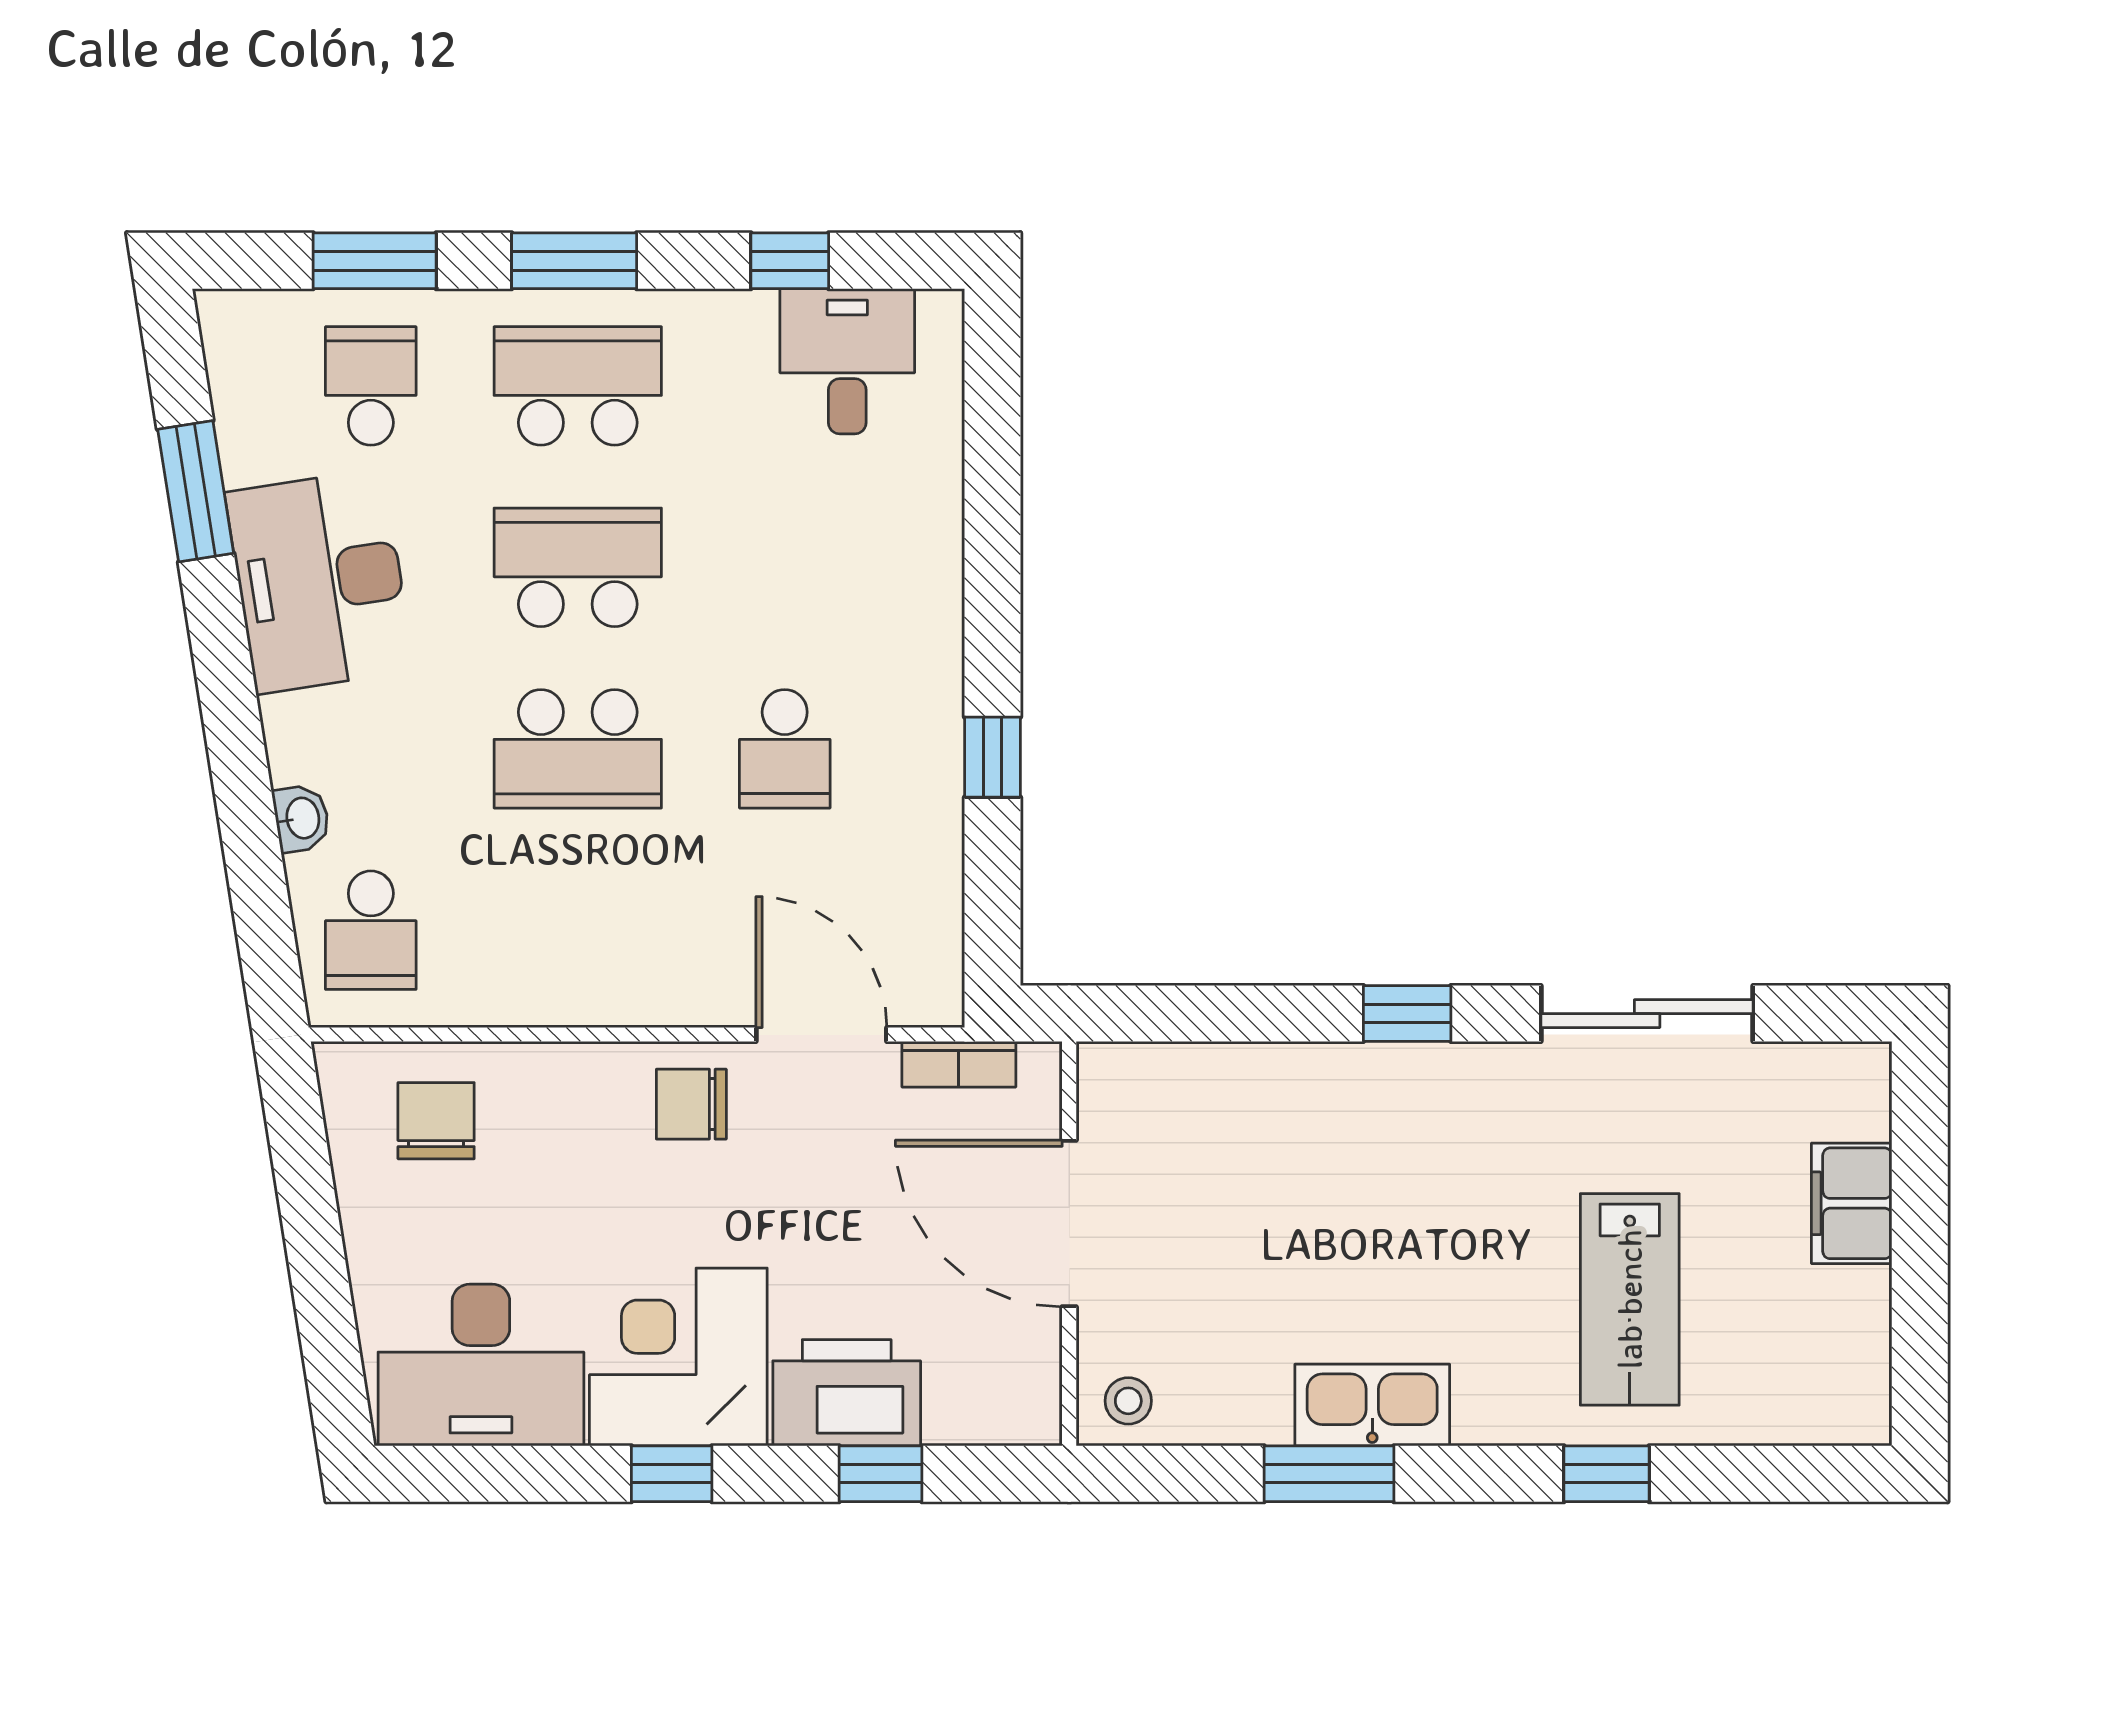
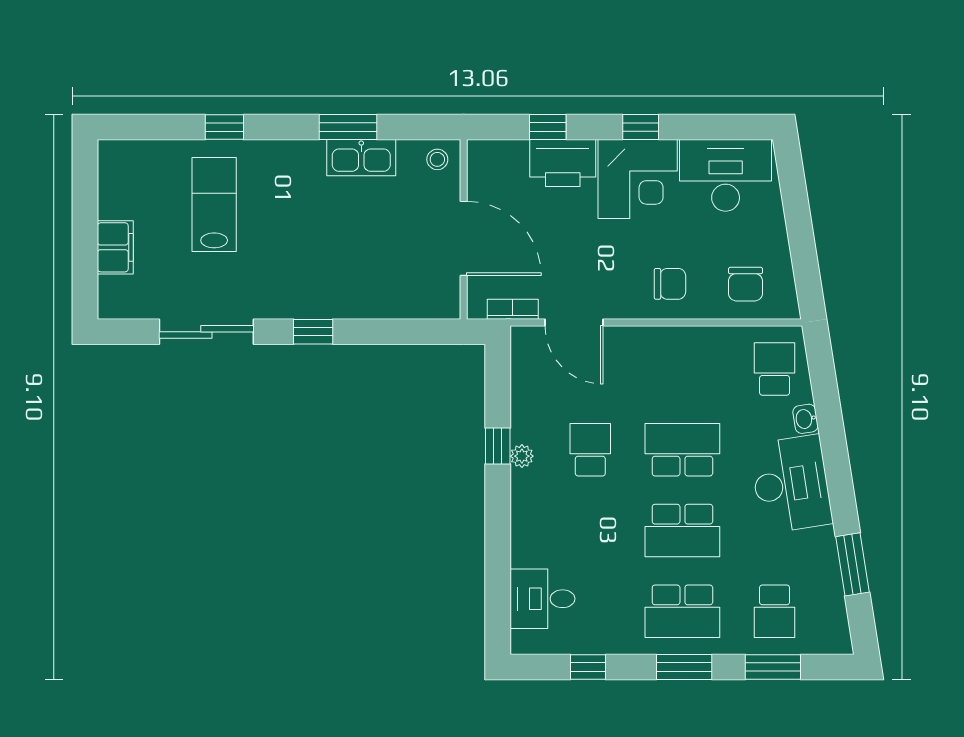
desk: (847, 361) -> (543, 599), moved, turned 90
desk: (320, 581) -> (791, 484), moved
plant: (938, 735) -> (522, 456), added
chair: (691, 1104) -> (670, 284), moved
kitchen sink: (1372, 1405) -> (361, 158), moved

